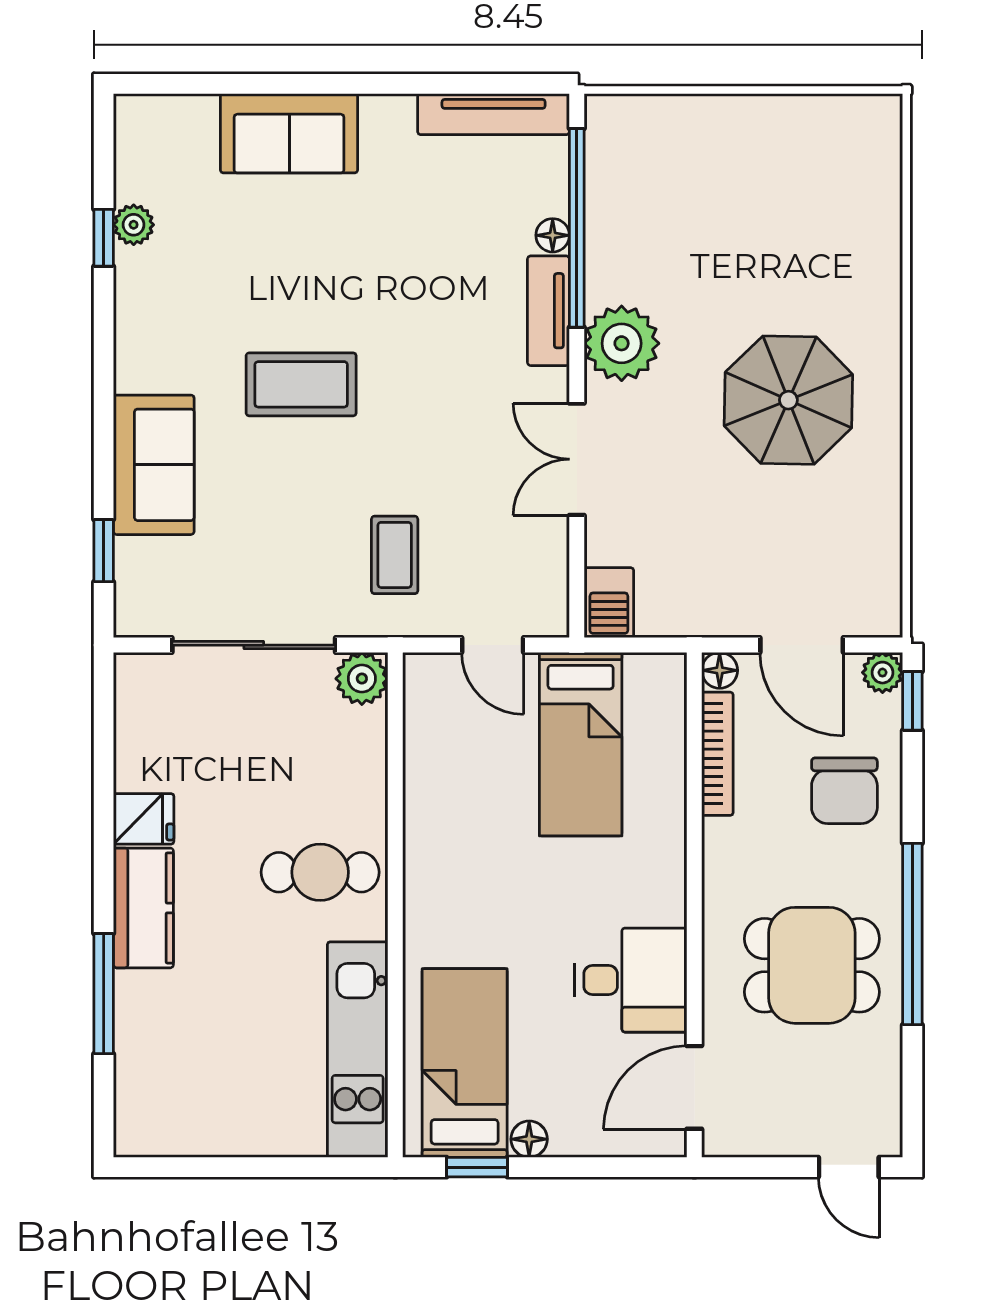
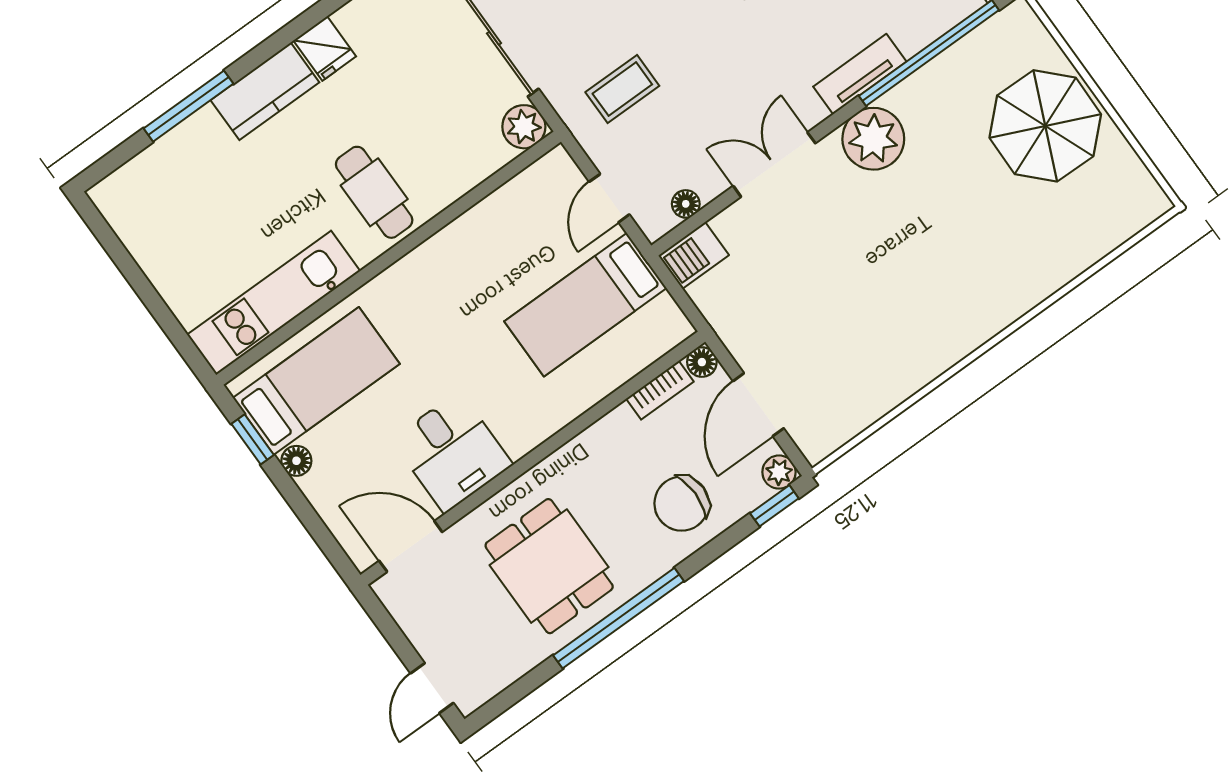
floor lamp: (553, 235) -> (686, 204), moved
parasol: (788, 400) -> (1045, 126), moved
bookcase: (717, 754) -> (660, 390), width x0.64

